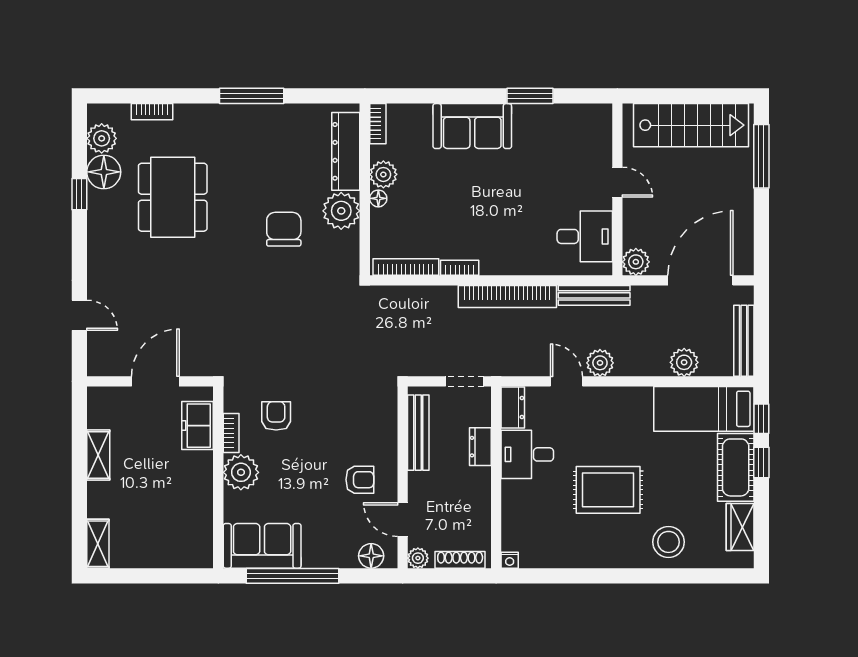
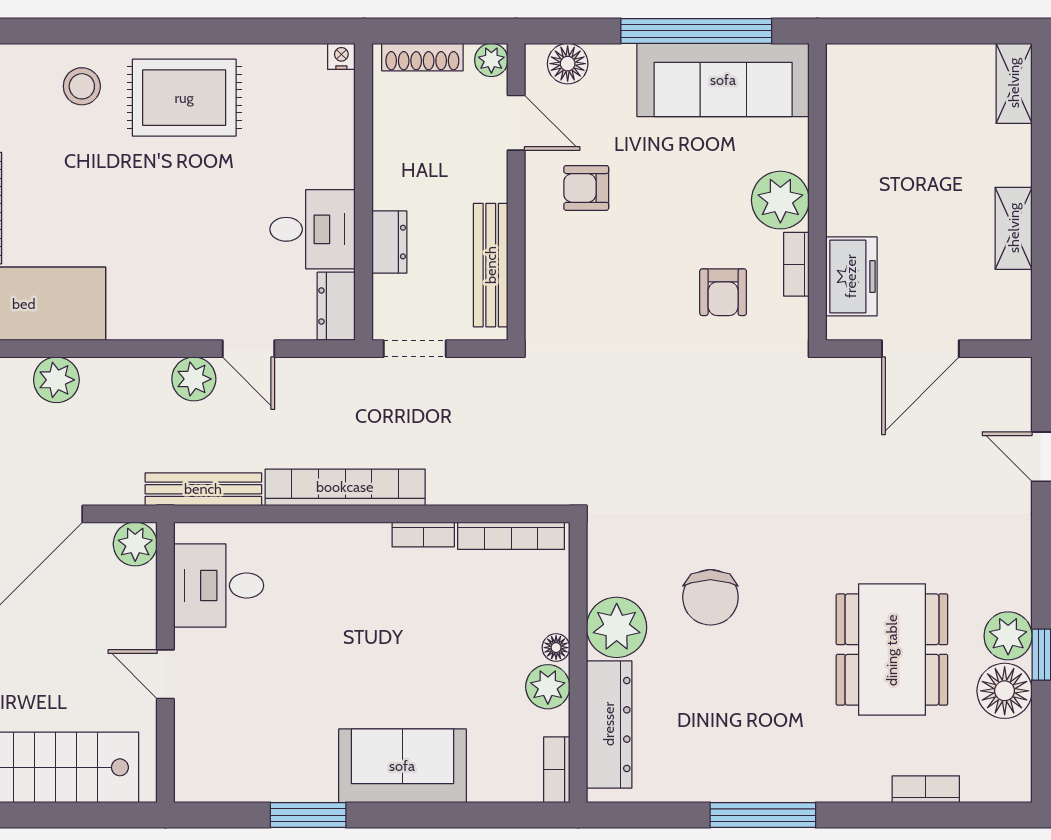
plant: (102, 138) -> (1008, 636), moved
rug: (608, 490) -> (184, 98), moved
stool: (668, 542) -> (82, 86), width x0.73, depth x0.73
sofa: (262, 546) -> (723, 80), width x1.36

